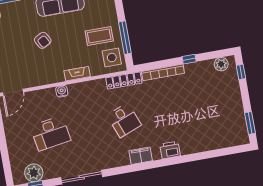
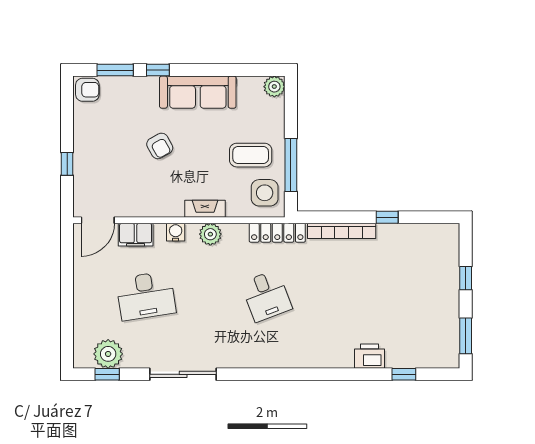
plant: (221, 64) -> (210, 234), moved
window: (241, 72) -> (466, 278), moved
printer: (170, 150) -> (370, 356), moved
window: (216, 153) -> (404, 374), added
filing cabinet: (141, 156) -> (136, 235), moved, turned 180

